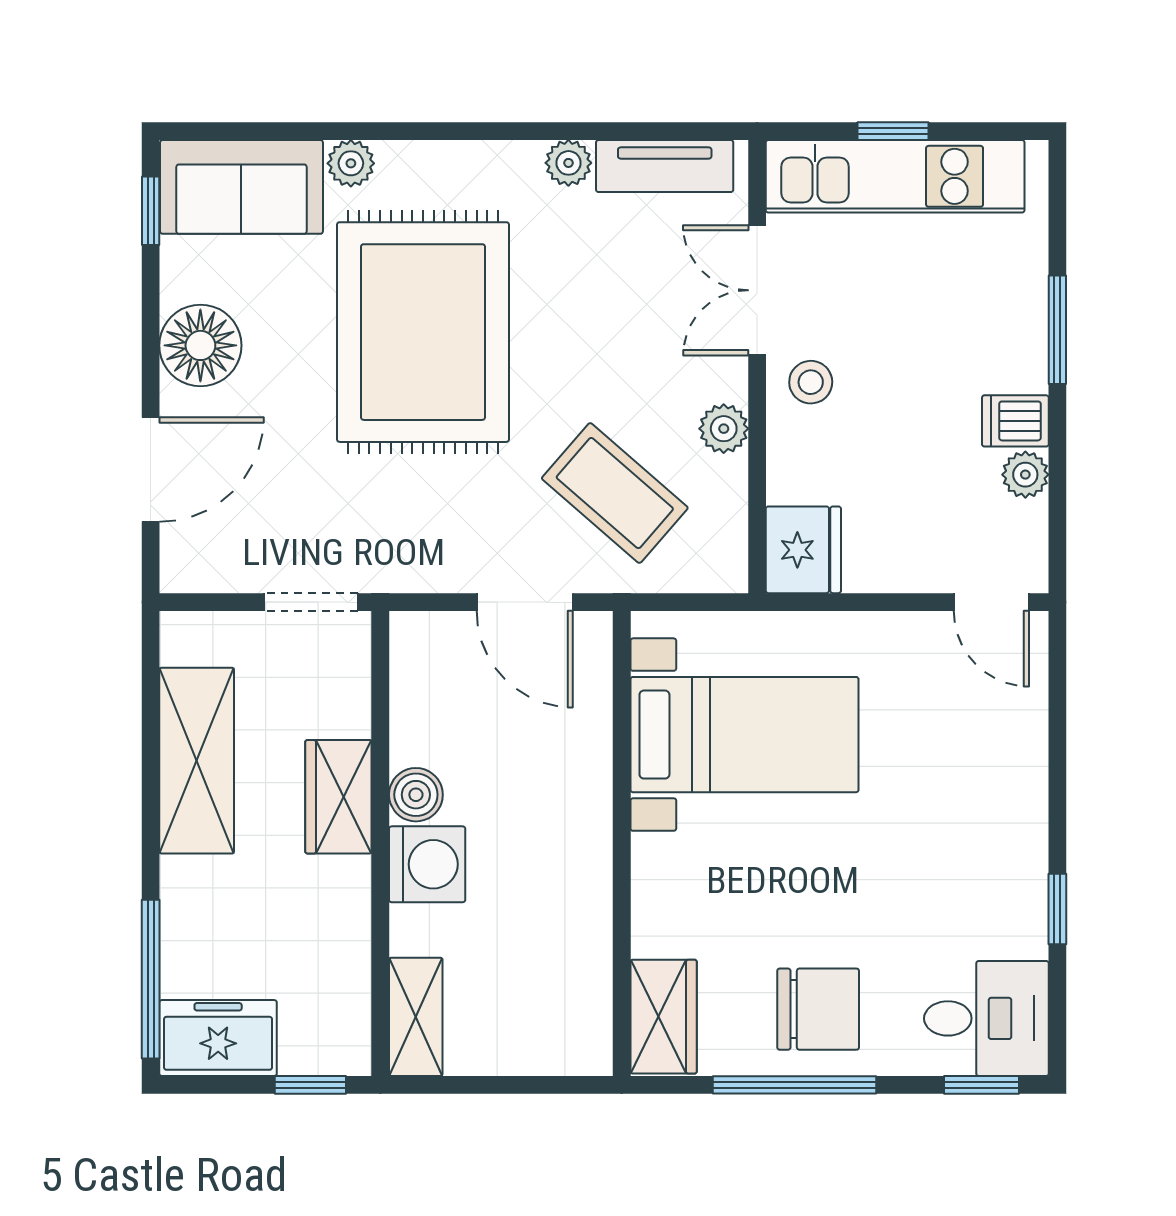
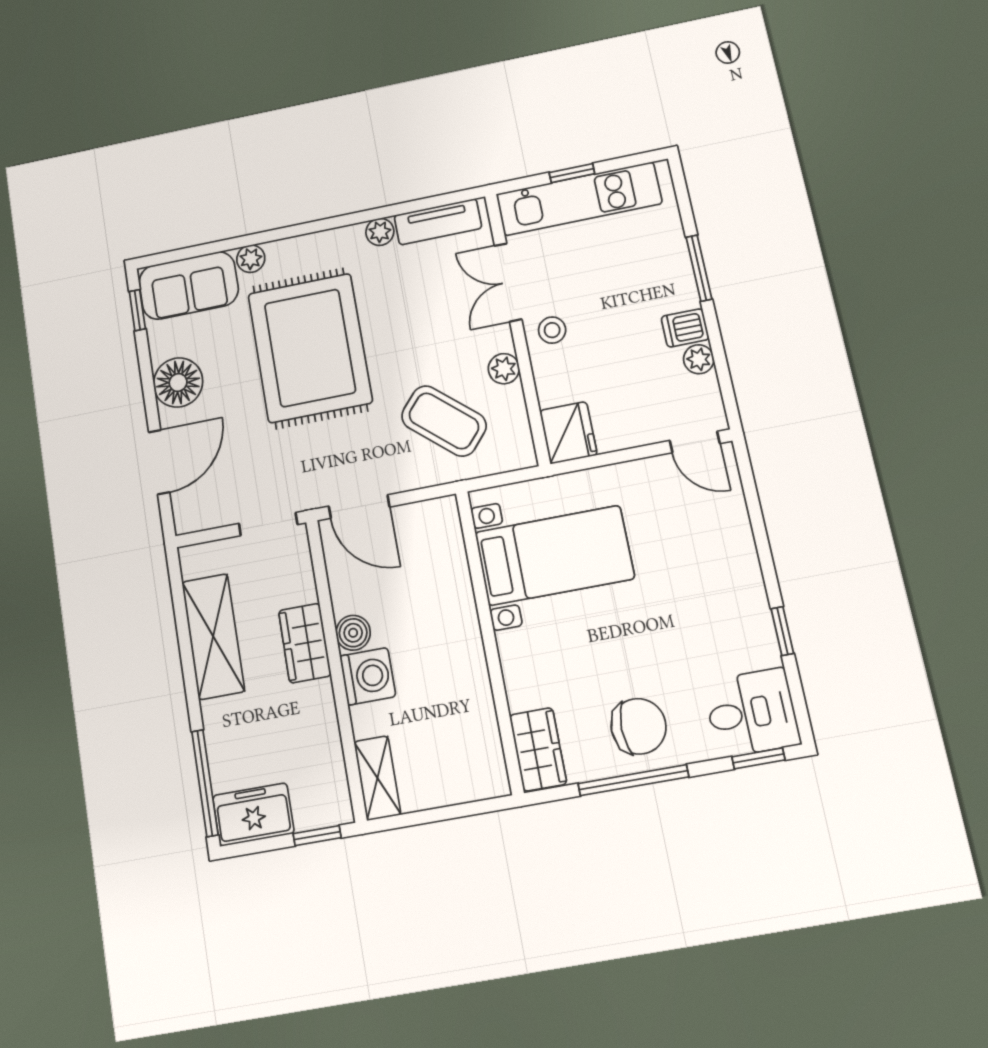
door: (525, 602) -> (359, 507), moved

